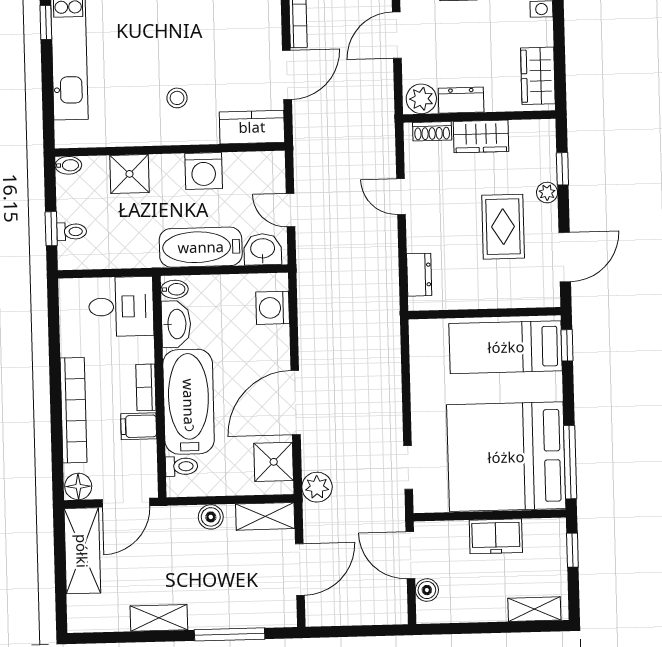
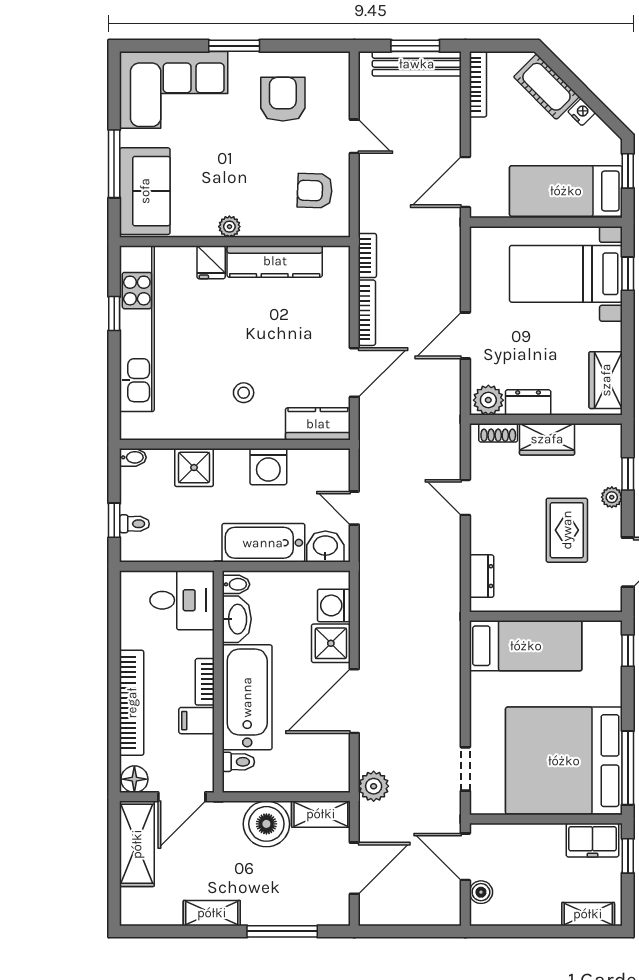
bed: (506, 347) -> (526, 646), moved, turned 180
shower: (274, 462) -> (331, 643), moved
boiler: (211, 517) -> (266, 824), width x1.86, depth x1.86
freezer: (496, 536) -> (593, 840), moved

